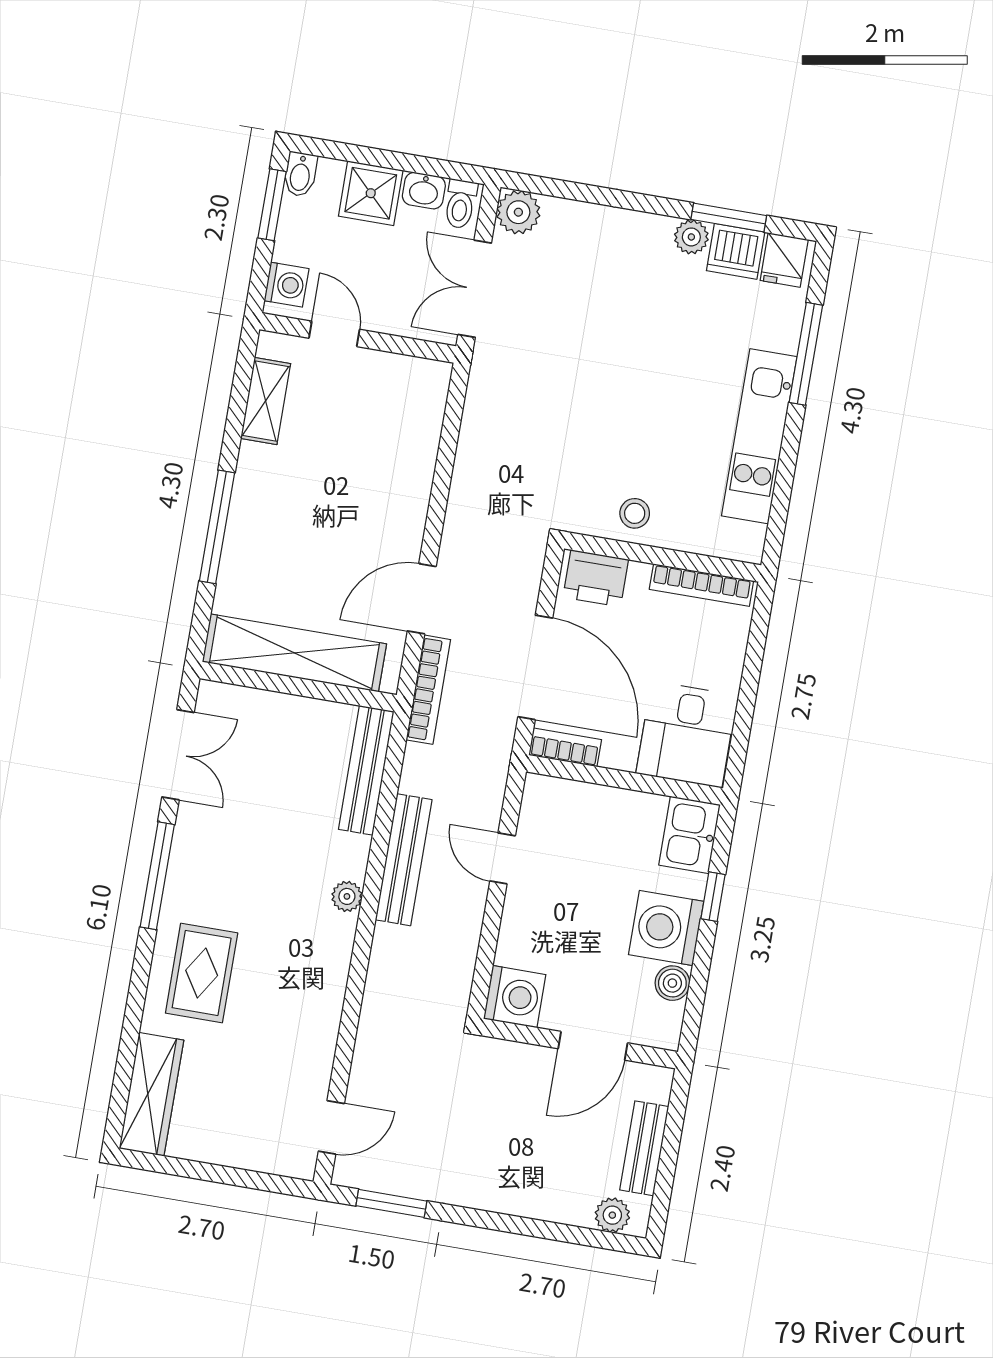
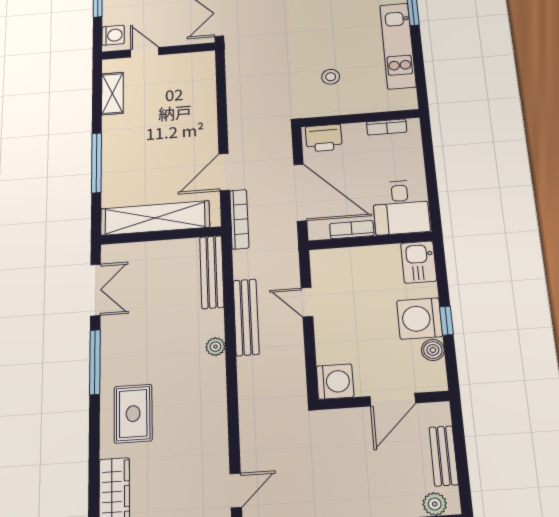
stool: (635, 513) -> (331, 77), moved
bookcase: (701, 585) -> (387, 127), width x0.64
bookcase: (565, 747) -> (352, 230), moved
window: (713, 897) -> (446, 321), moved

